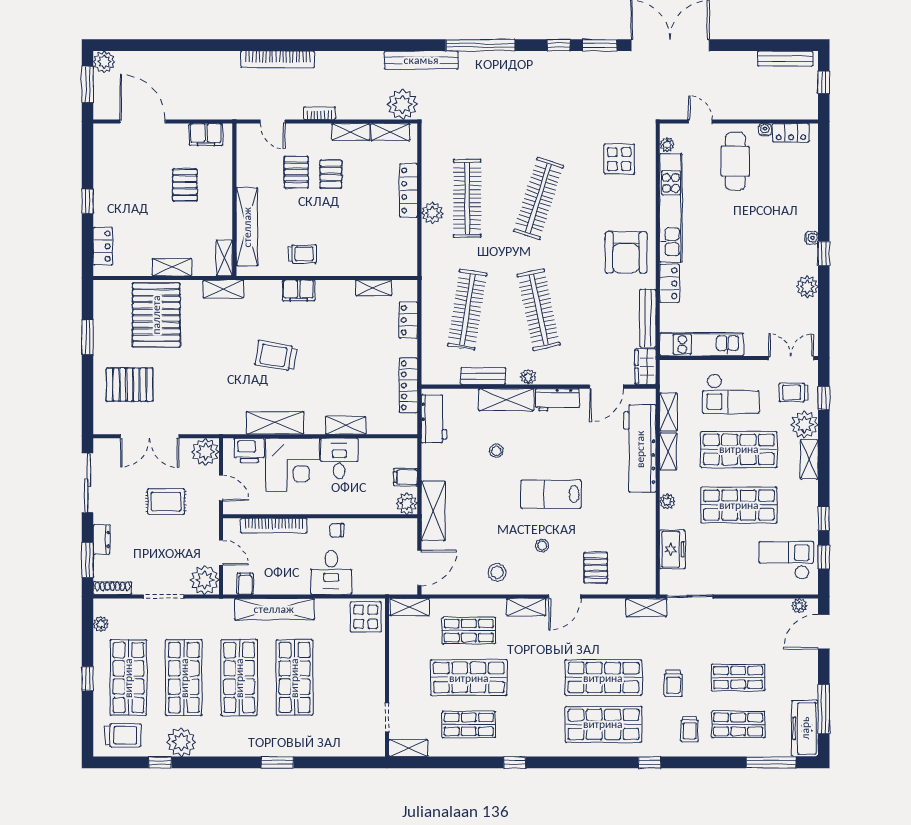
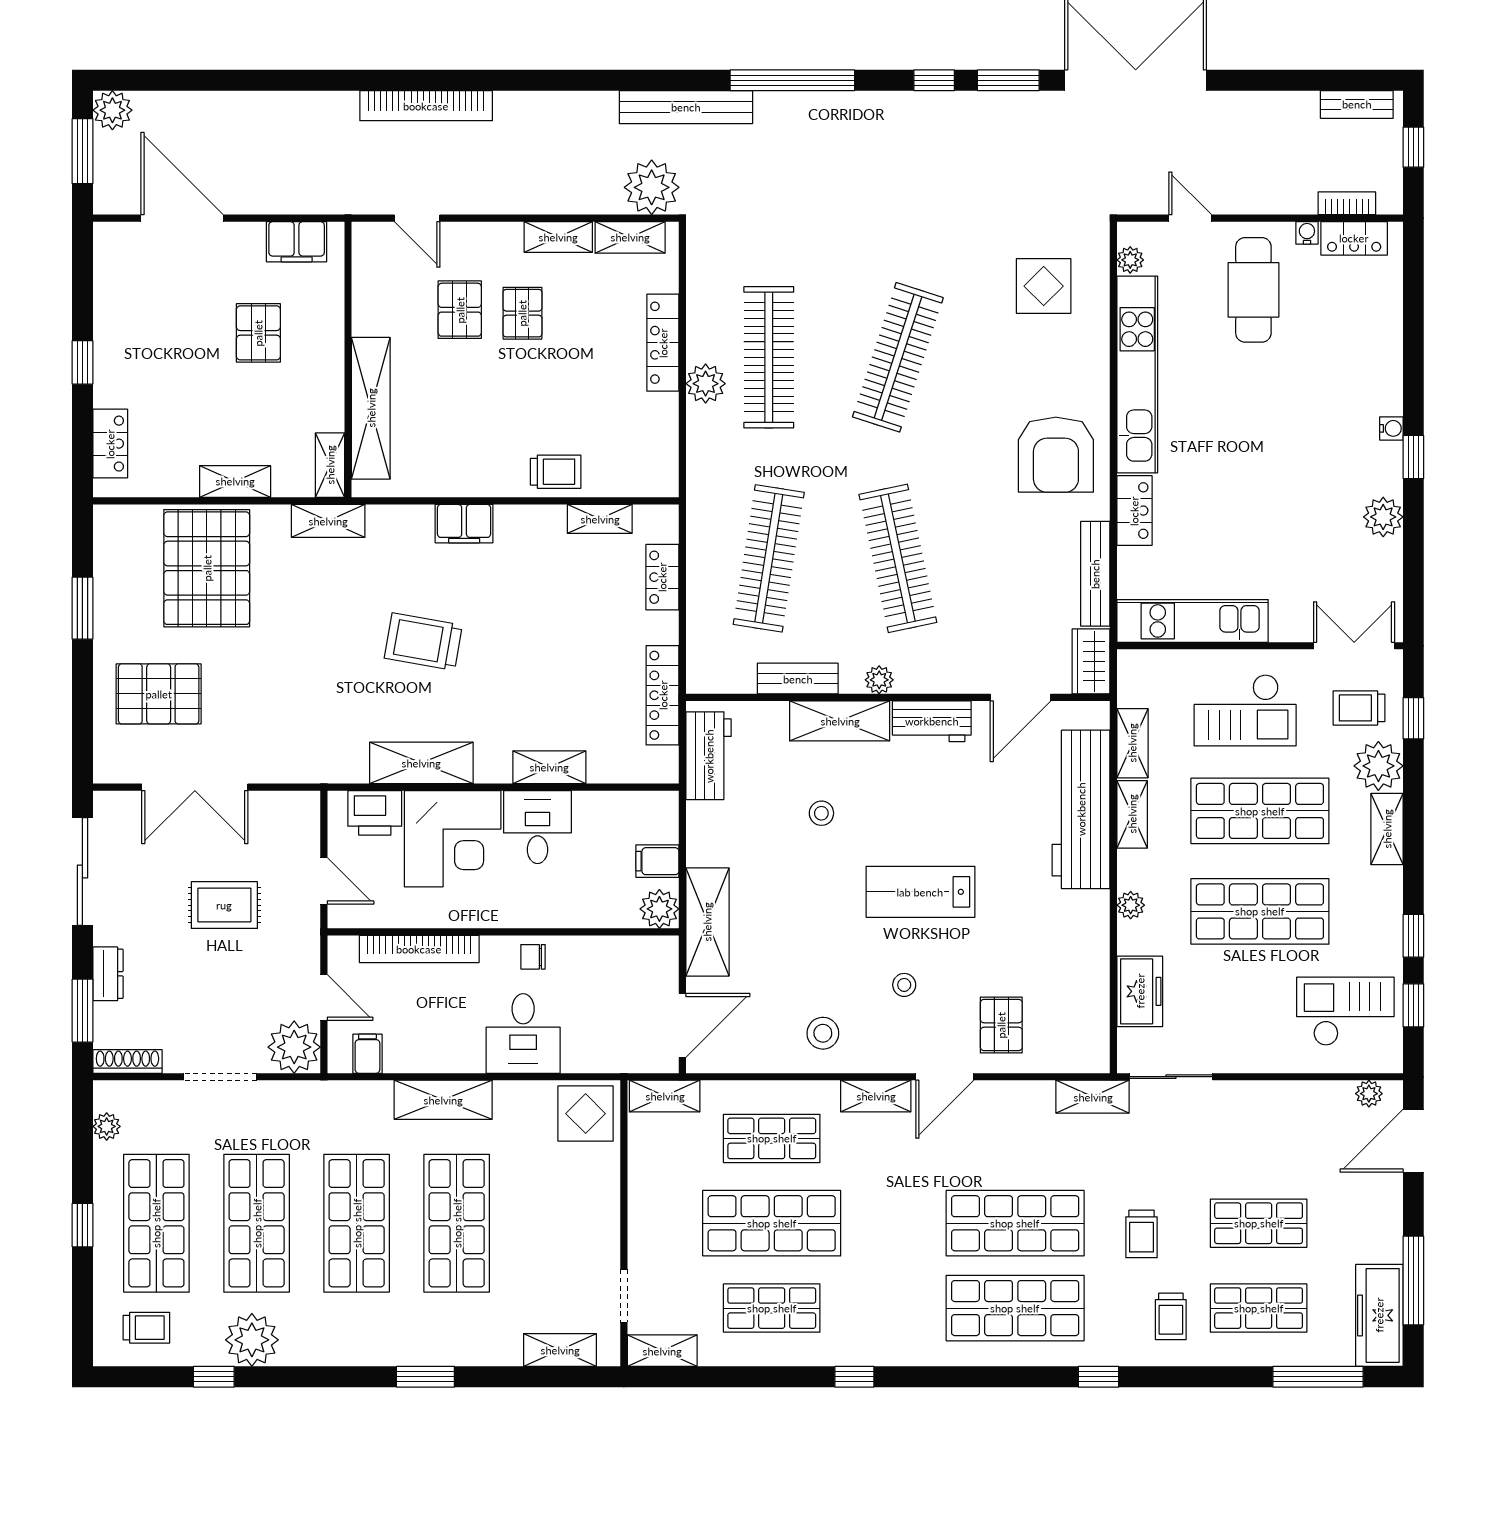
bench: (785, 59) -> (1357, 104), width x0.73
bookcase: (319, 113) -> (1347, 203), moved
trolley: (302, 254) -> (556, 472), moved
plant: (205, 452) -> (296, 815), removed
shelving: (274, 609) -> (443, 1100), width x0.68
trolley: (123, 735) -> (146, 1328), width x0.73, depth x0.72
shelving: (352, 748) -> (560, 1350), added

